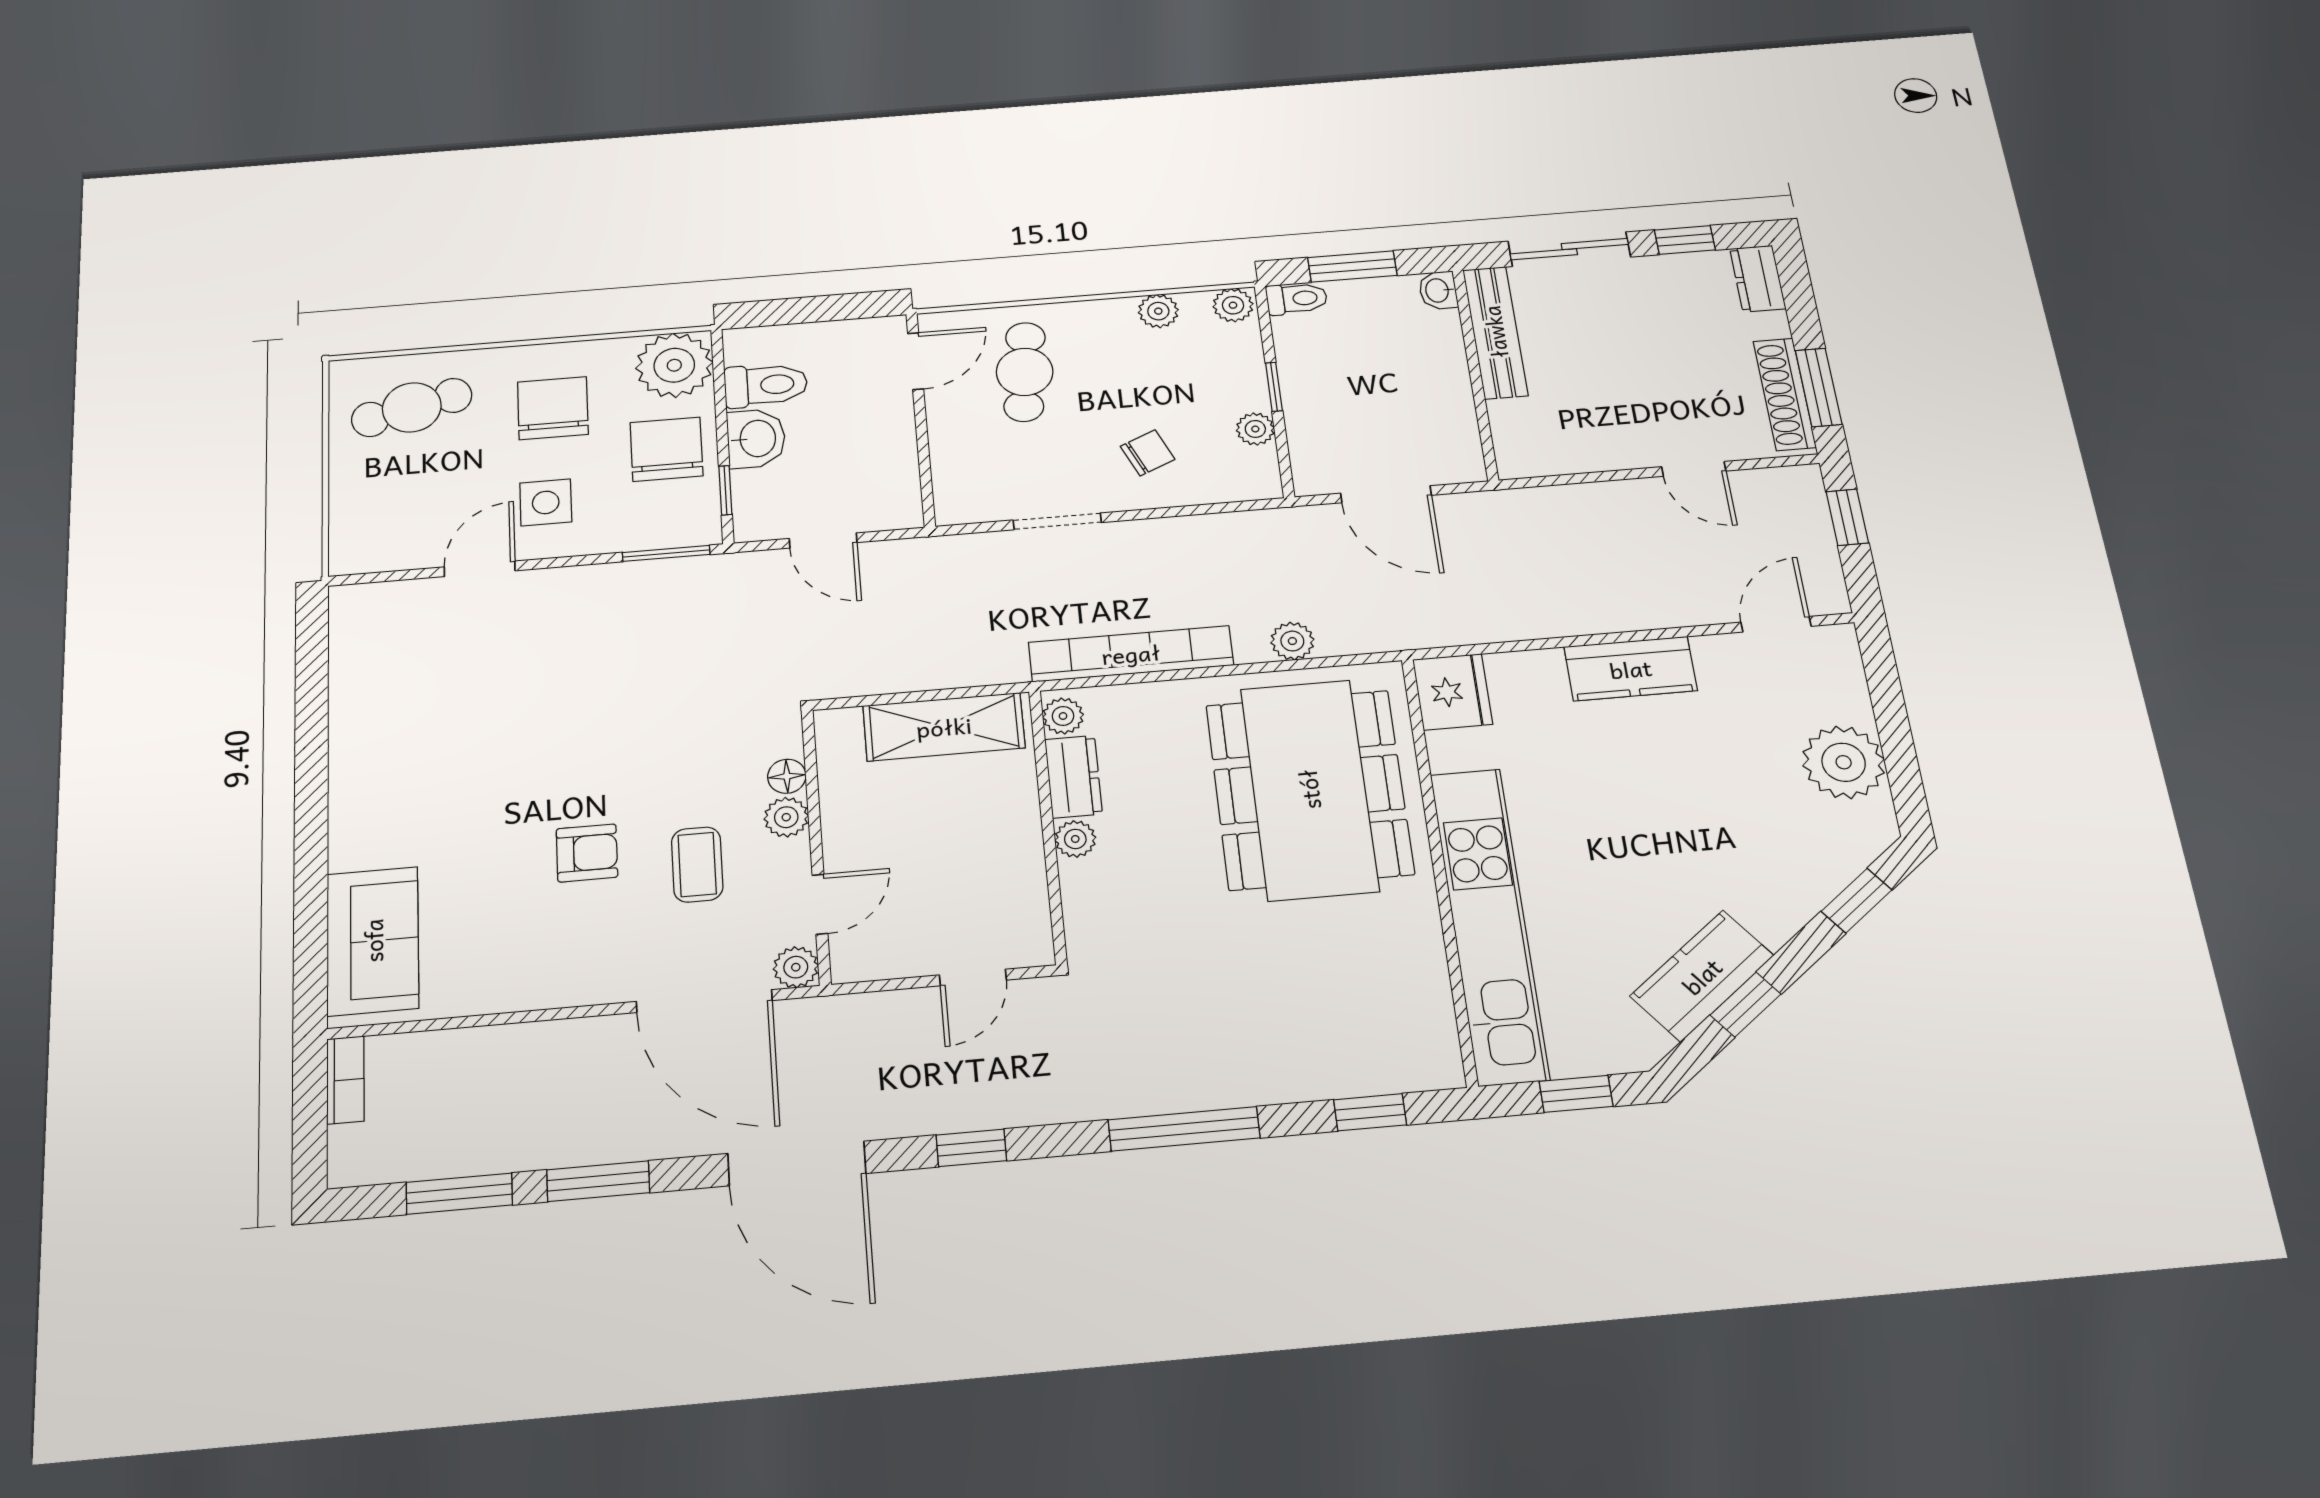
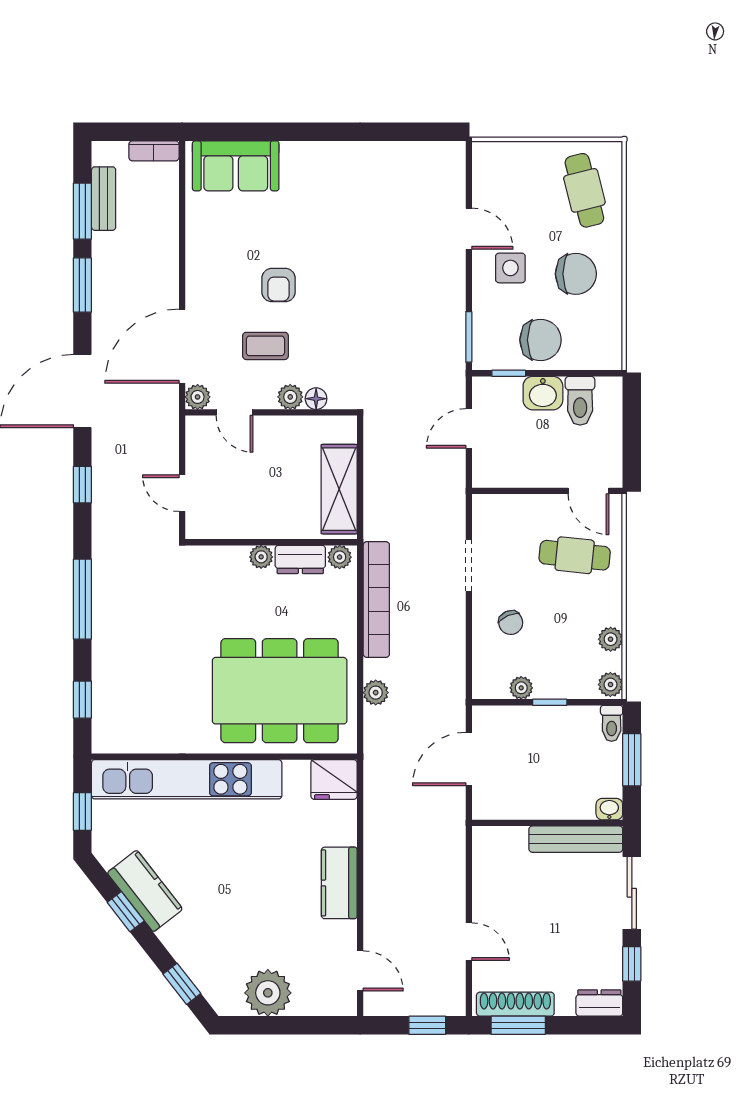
plant: (674, 365) -> (599, 347), removed
door: (1694, 469) -> (469, 942), swing flipped
bench: (435, 1159) -> (104, 199), added

